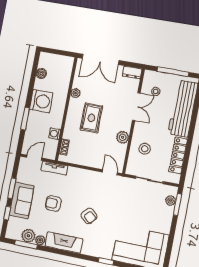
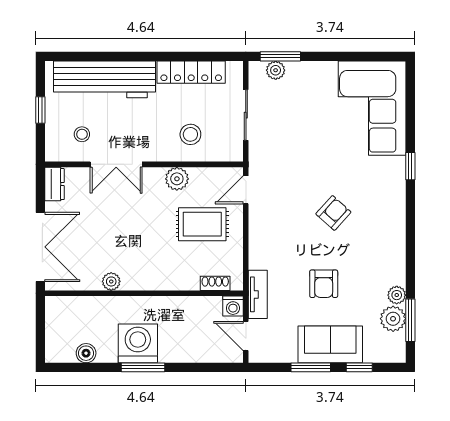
window: (173, 72) -> (40, 110), width x0.46
double door: (136, 107) -> (116, 164), swing flipped
rug: (91, 118) -> (202, 224), moved
window: (25, 119) -> (143, 367), moved
washing machine: (55, 134) -> (233, 306), moved
fireplace: (64, 243) -> (392, 250), removed

